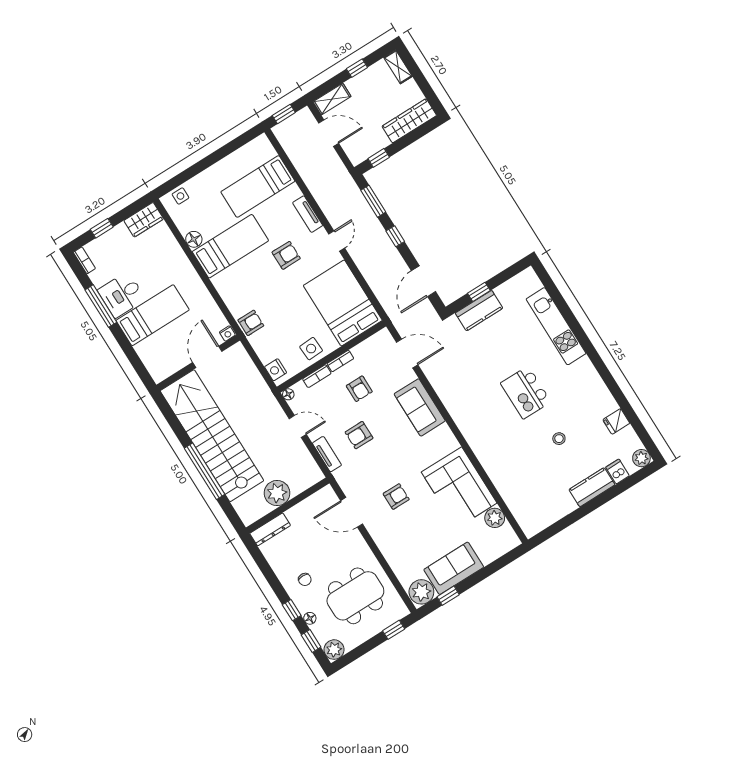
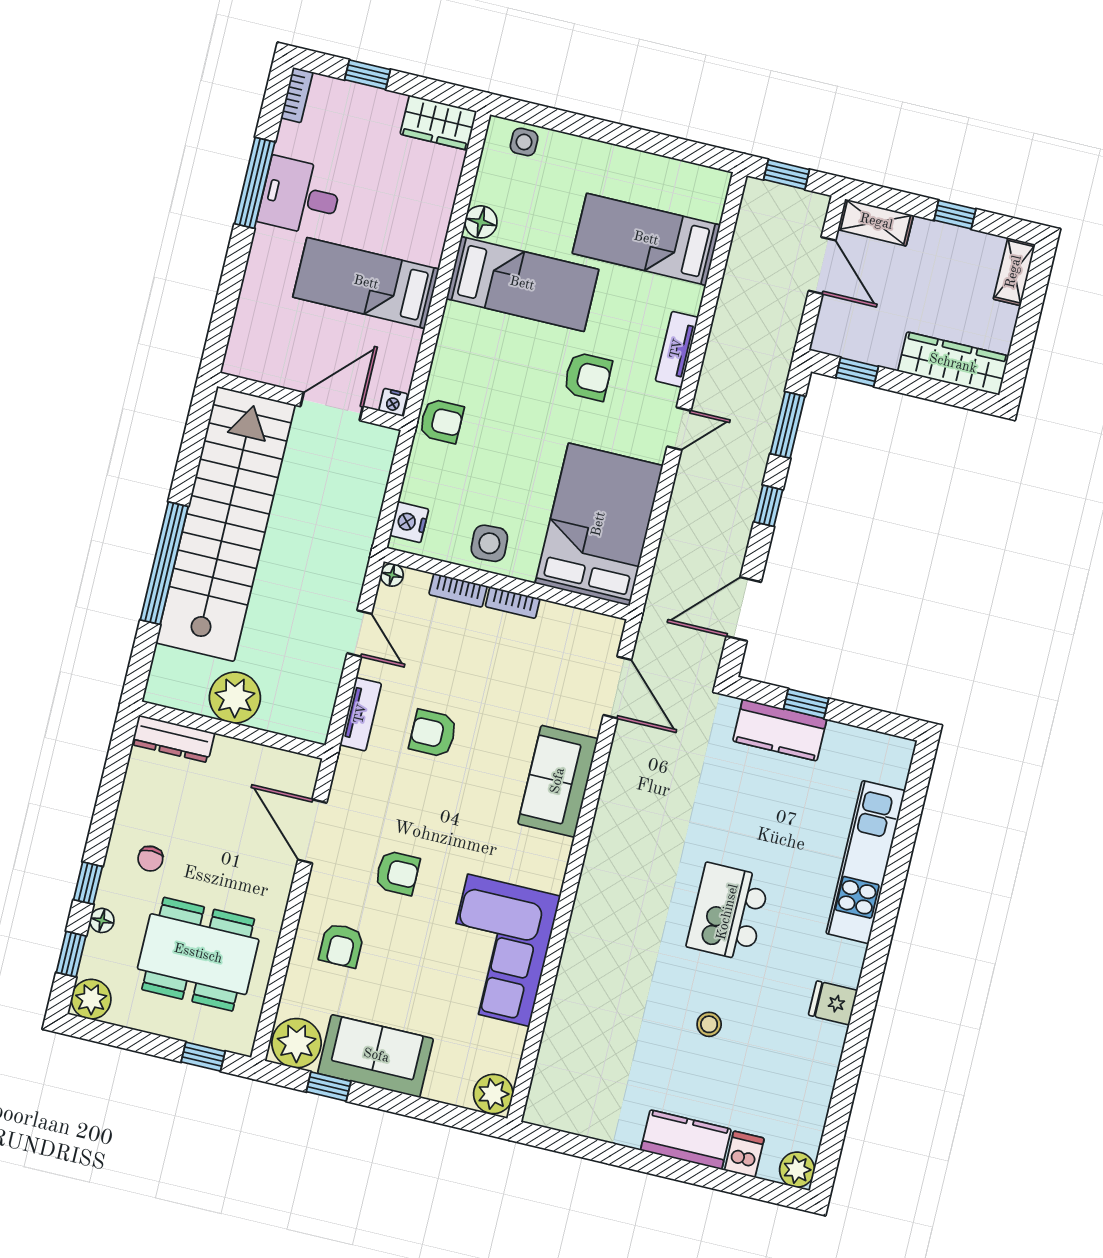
bed: (153, 315) -> (366, 283), moved, turned 180
armchair: (359, 389) -> (341, 945), moved
fridge: (616, 421) -> (833, 1003), moved
plant: (495, 518) -> (493, 1094), moved

